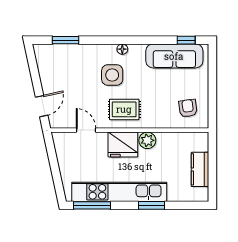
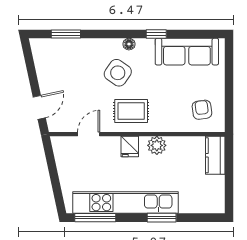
window: (186, 40) -> (156, 34), moved
side table: (112, 75) -> (118, 73), turned 35
door: (86, 130) -> (89, 134), hinge flipped
fridge: (123, 144) -> (130, 147), width x0.53, depth x0.75
kitchen counter: (200, 169) -> (215, 155), moved

